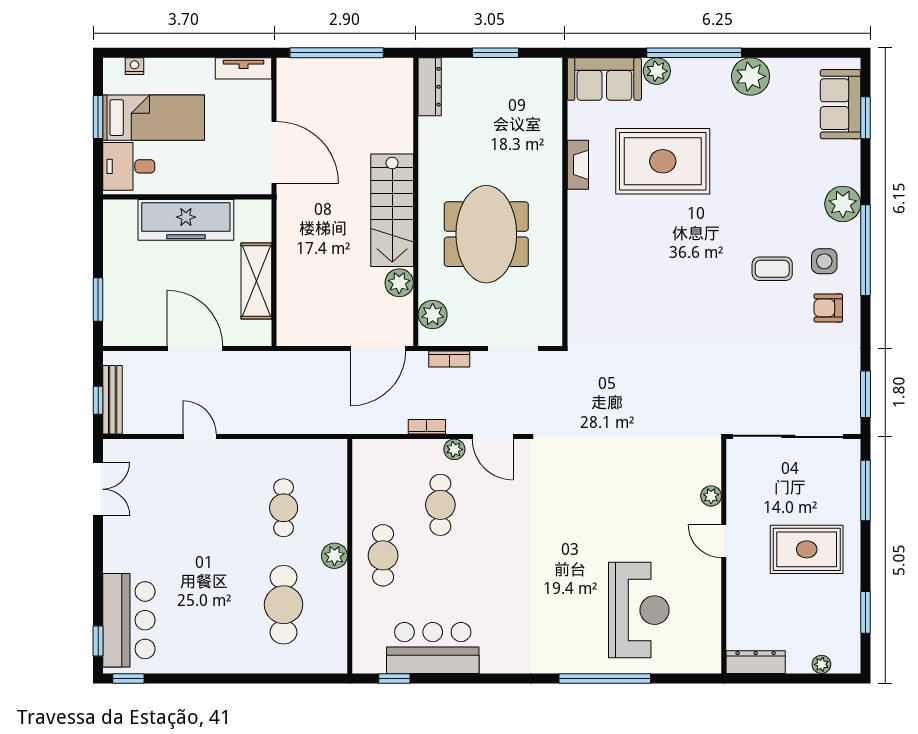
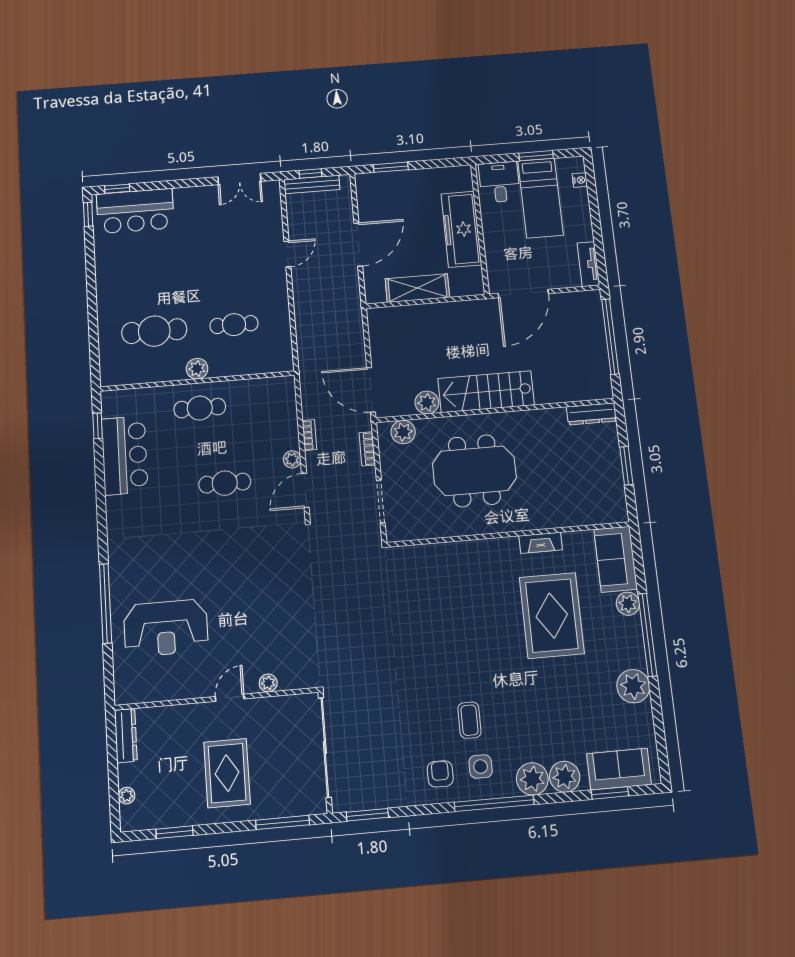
plant: (844, 167) -> (565, 777), added
cafe table: (440, 505) -> (225, 483), moved

